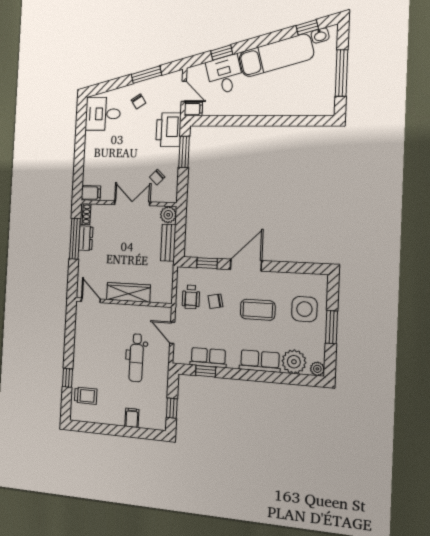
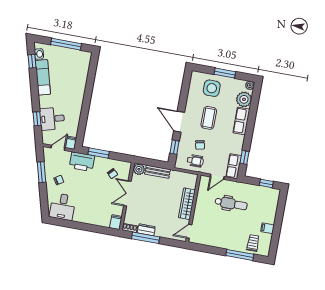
exam couch: (276, 55) -> (43, 77), width x0.73, depth x0.69
row of seats: (208, 358) -> (234, 166), moved
window: (67, 378) -> (240, 255), width x2.17
filing cabinet: (132, 418) -> (267, 228), moved

